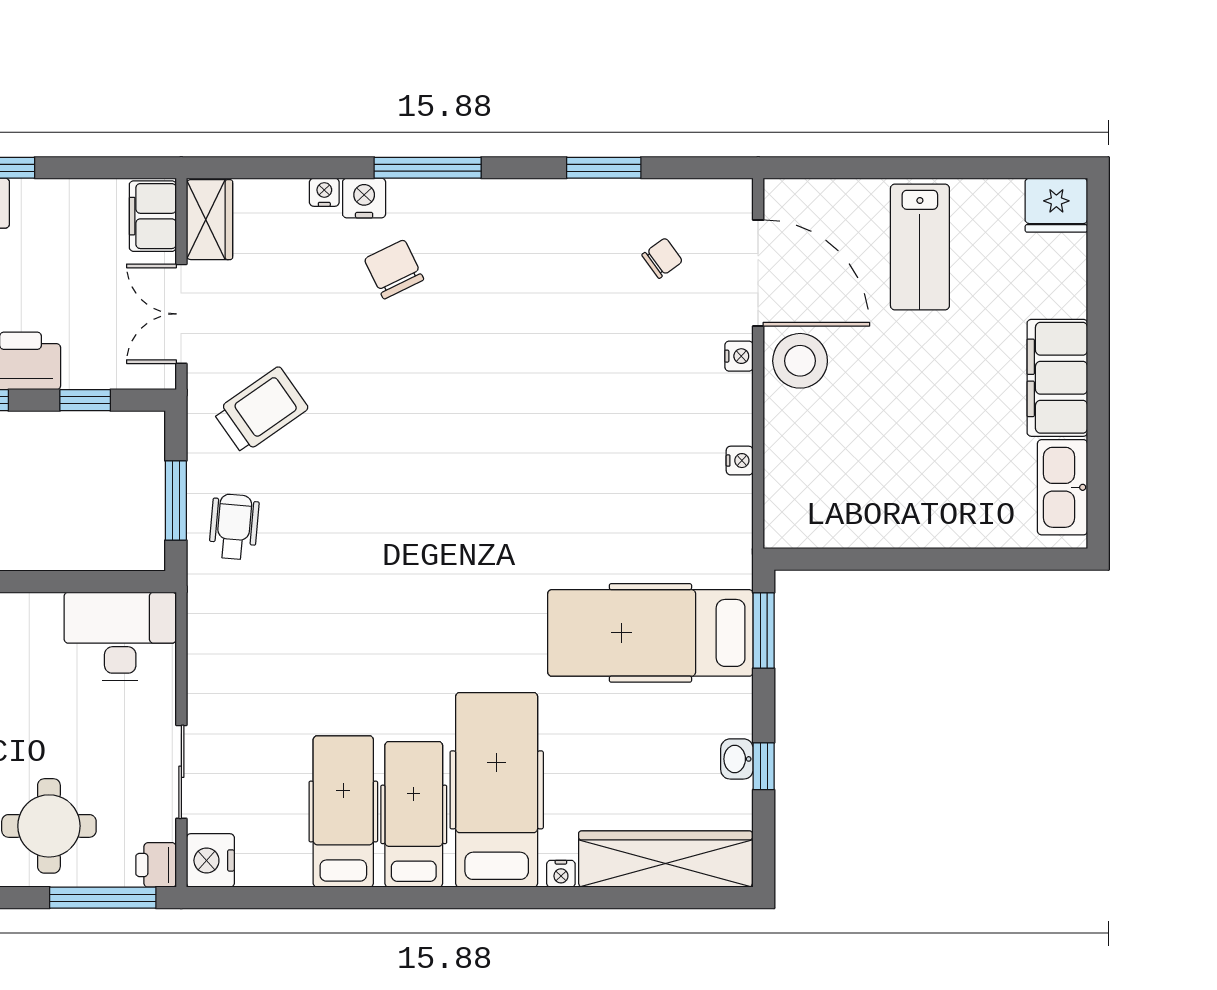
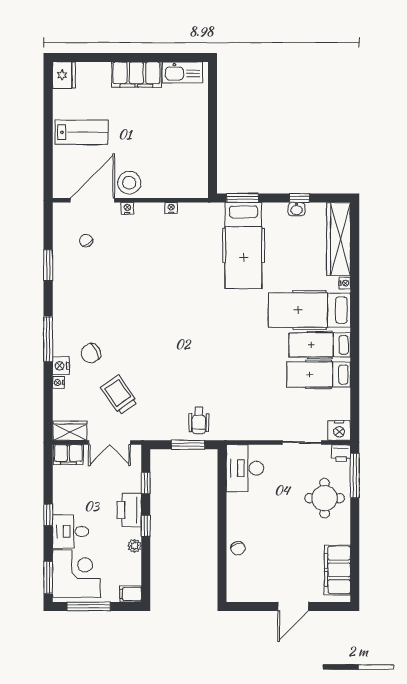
trolley: (261, 410) -> (119, 395), moved
wheelchair: (234, 527) -> (199, 420), turned -95

